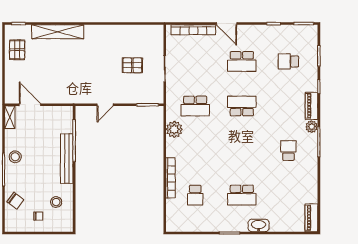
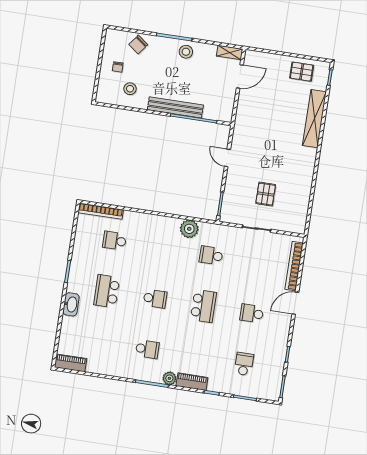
school desk: (242, 61) -> (252, 313), width x0.54
school desk: (195, 106) -> (211, 255), width x0.54
school desk: (242, 151) -> (155, 299), added
bookcase: (170, 178) -> (101, 211), moved

